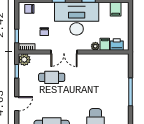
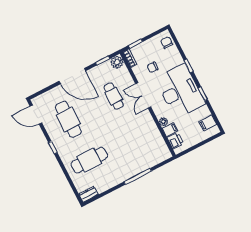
door: (17, 104) -> (72, 76), width x1.88

